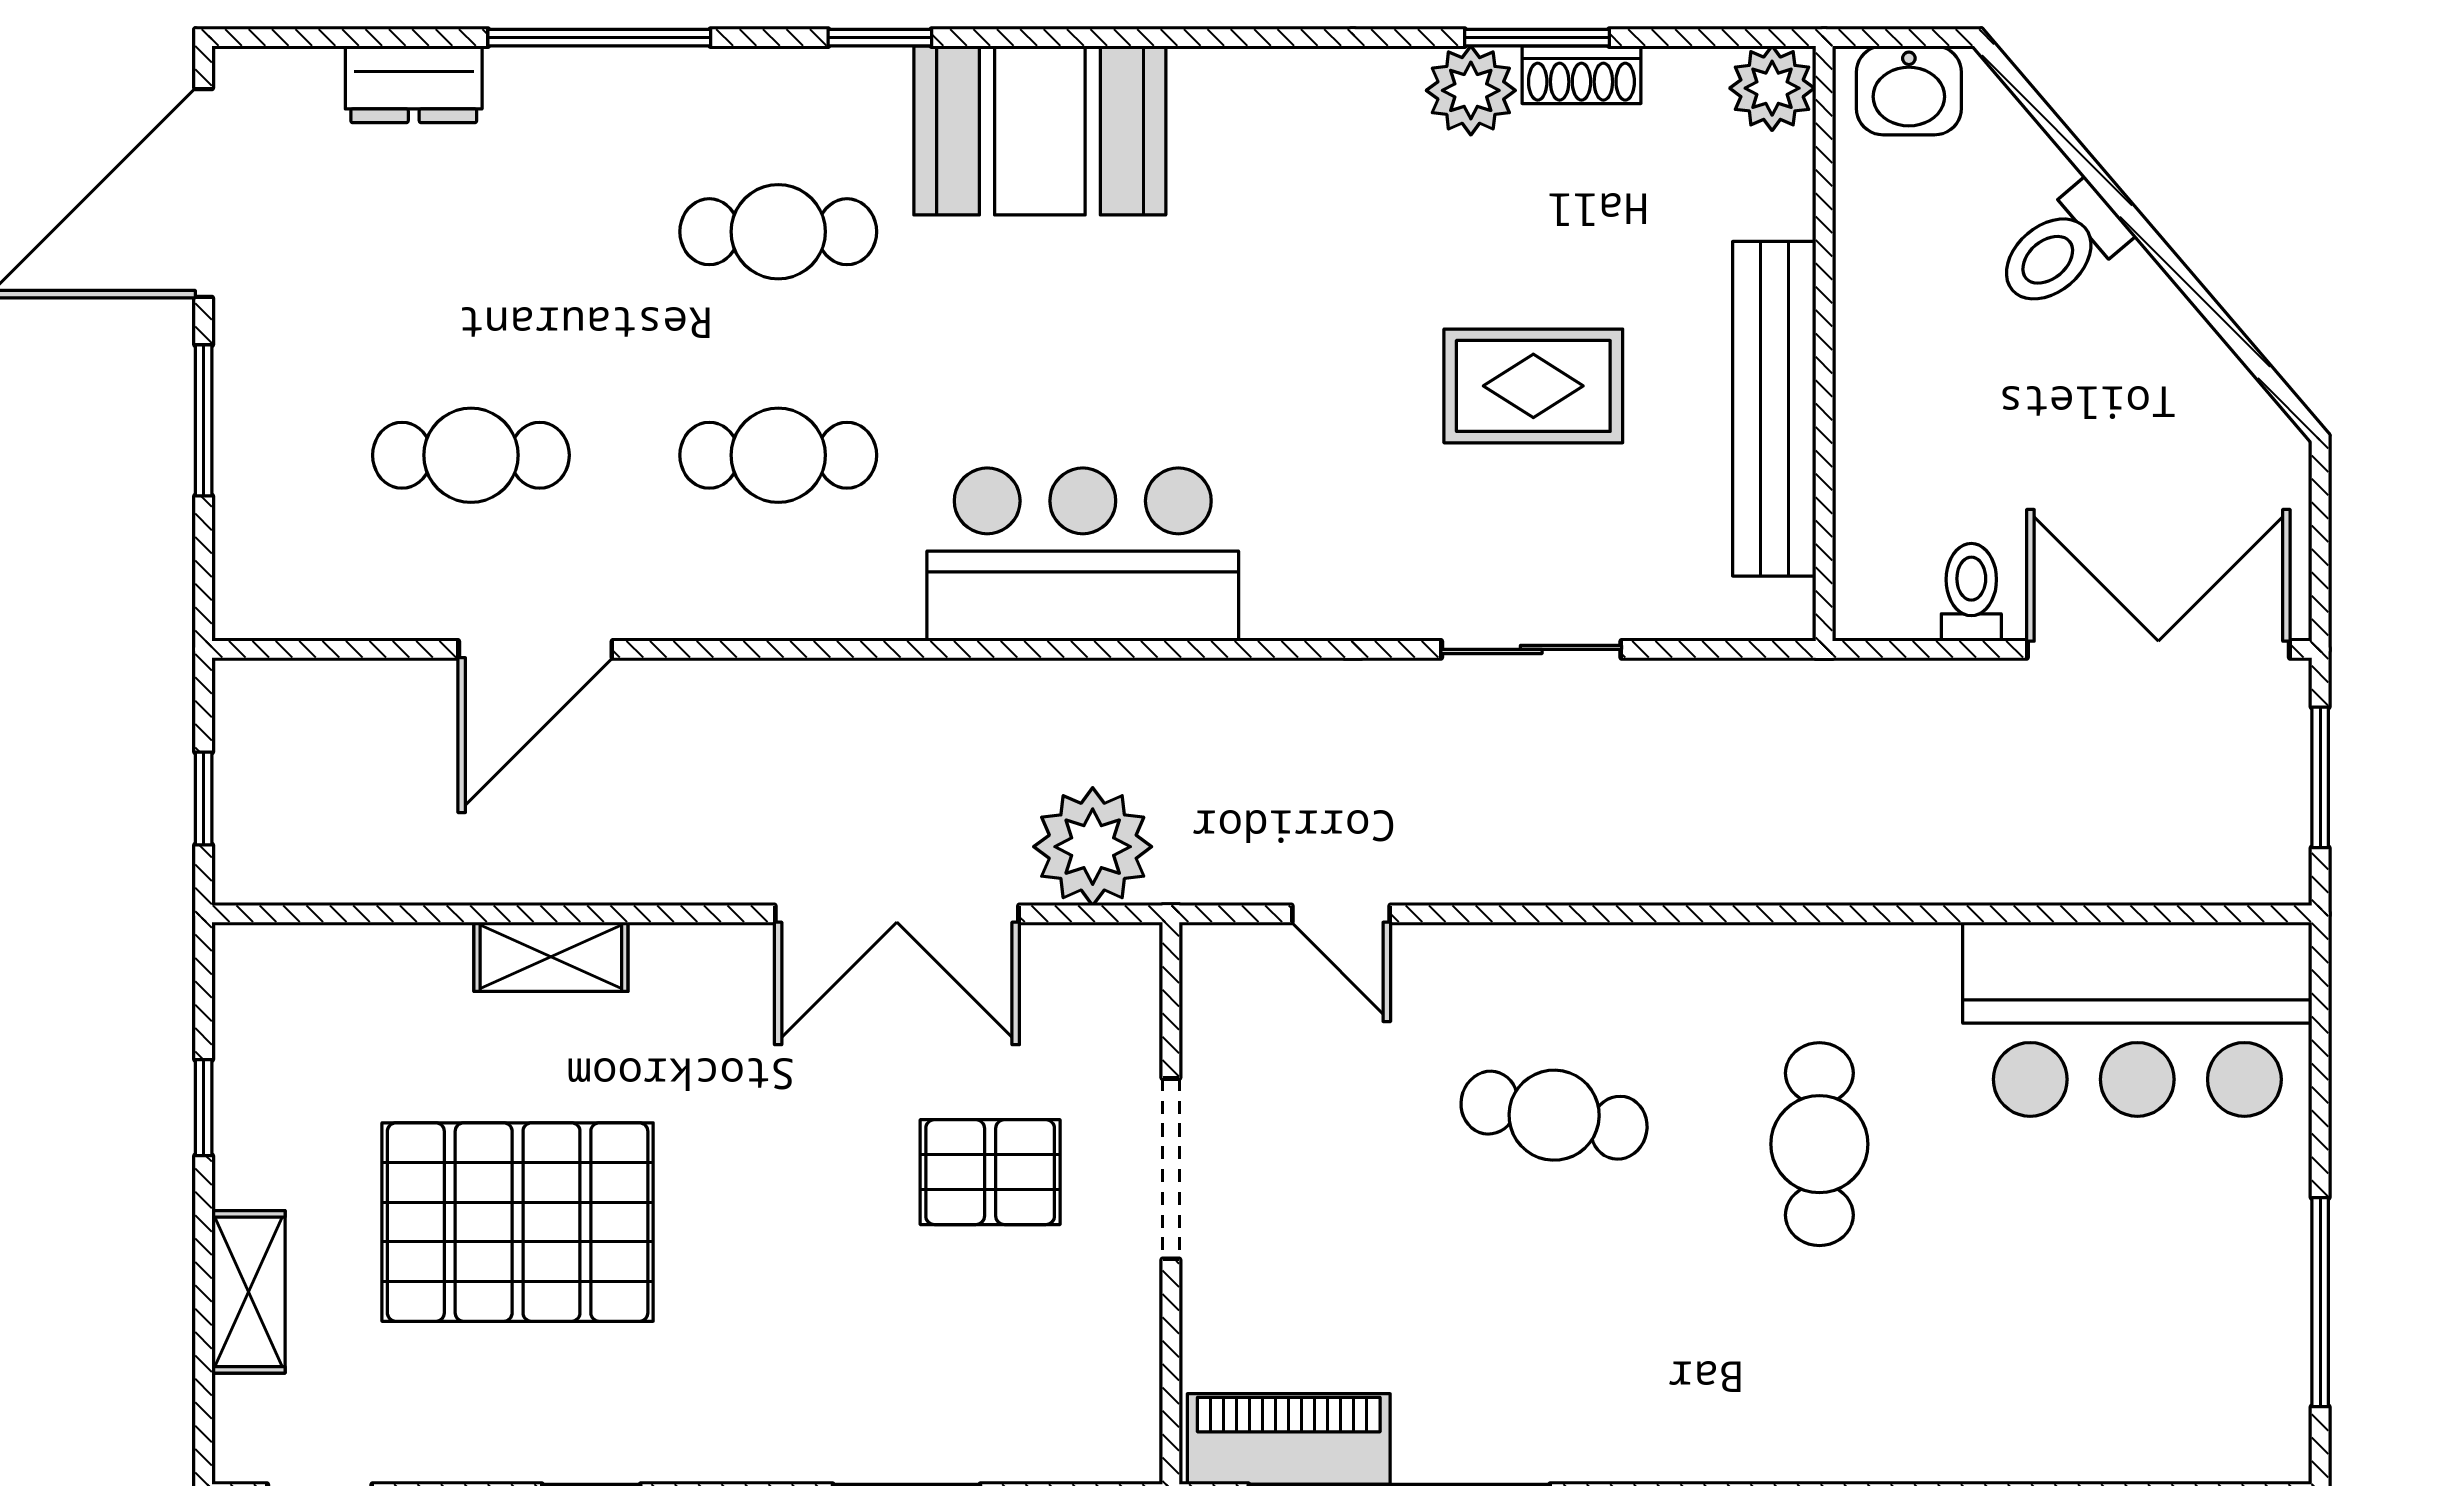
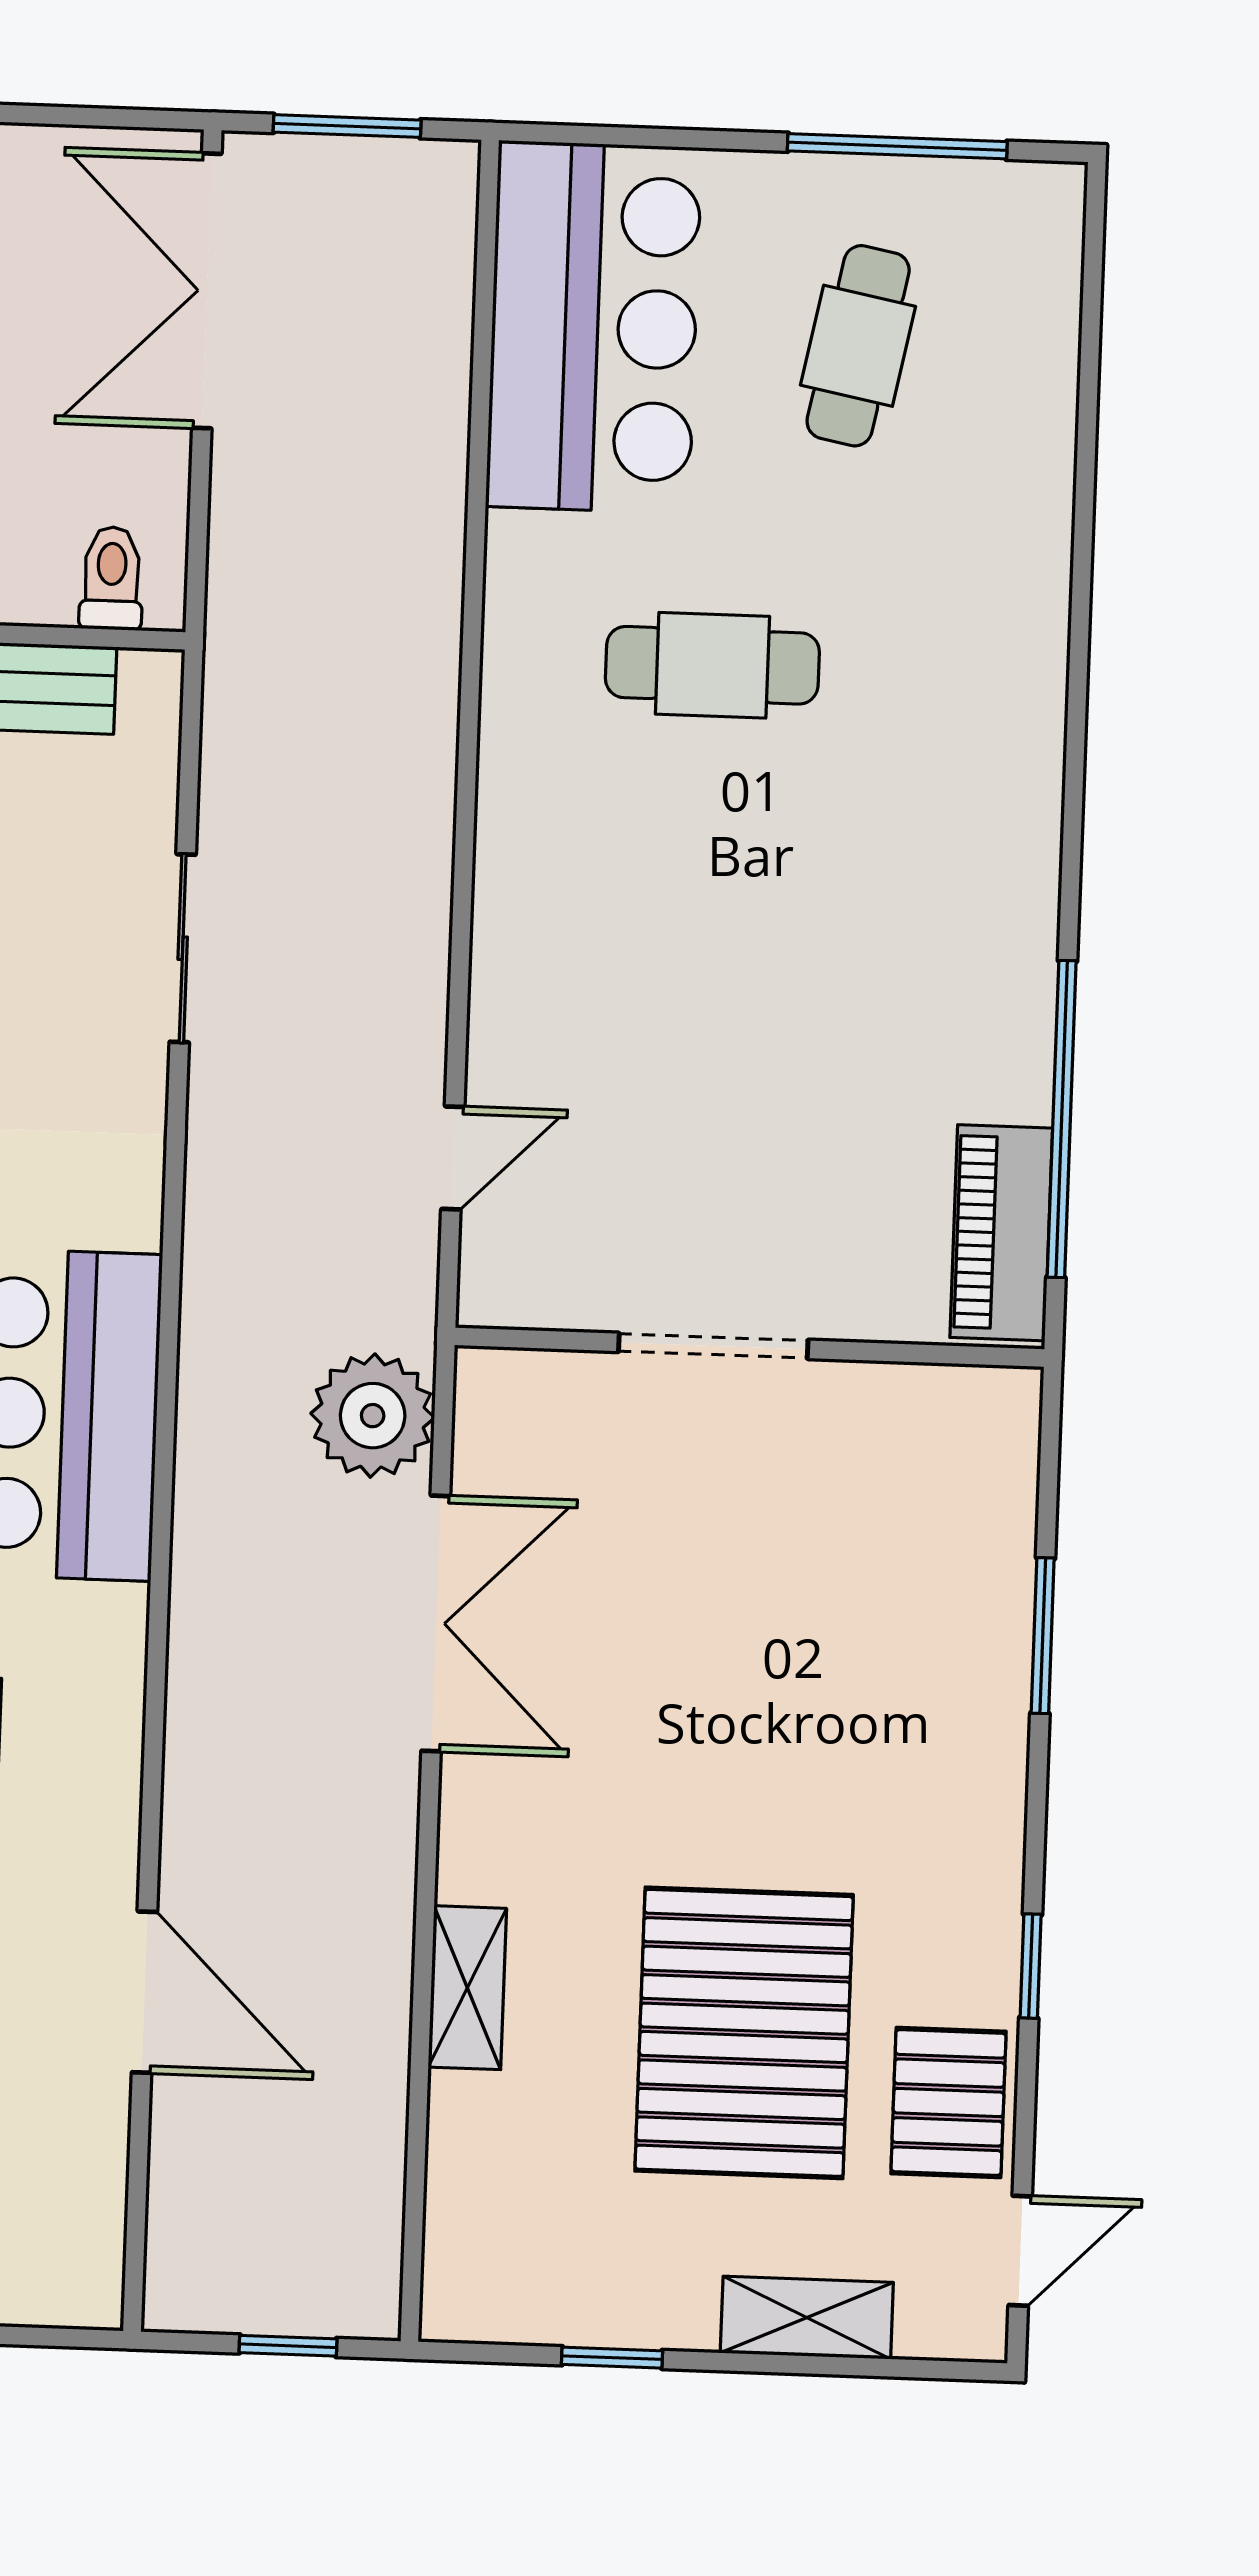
toilet: (1971, 592) -> (112, 578), moved, turned 90
cafe table: (1554, 1115) -> (858, 346), moved
pallet: (990, 1172) -> (948, 2102), moved

